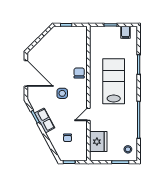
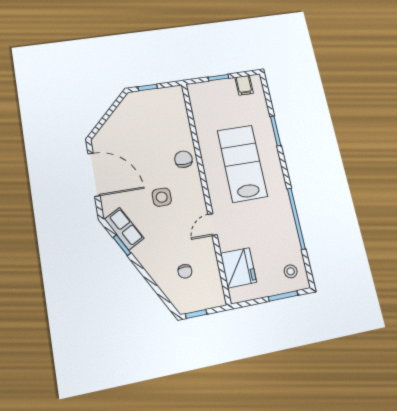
row of seats: (45, 120) -> (124, 229), moved

